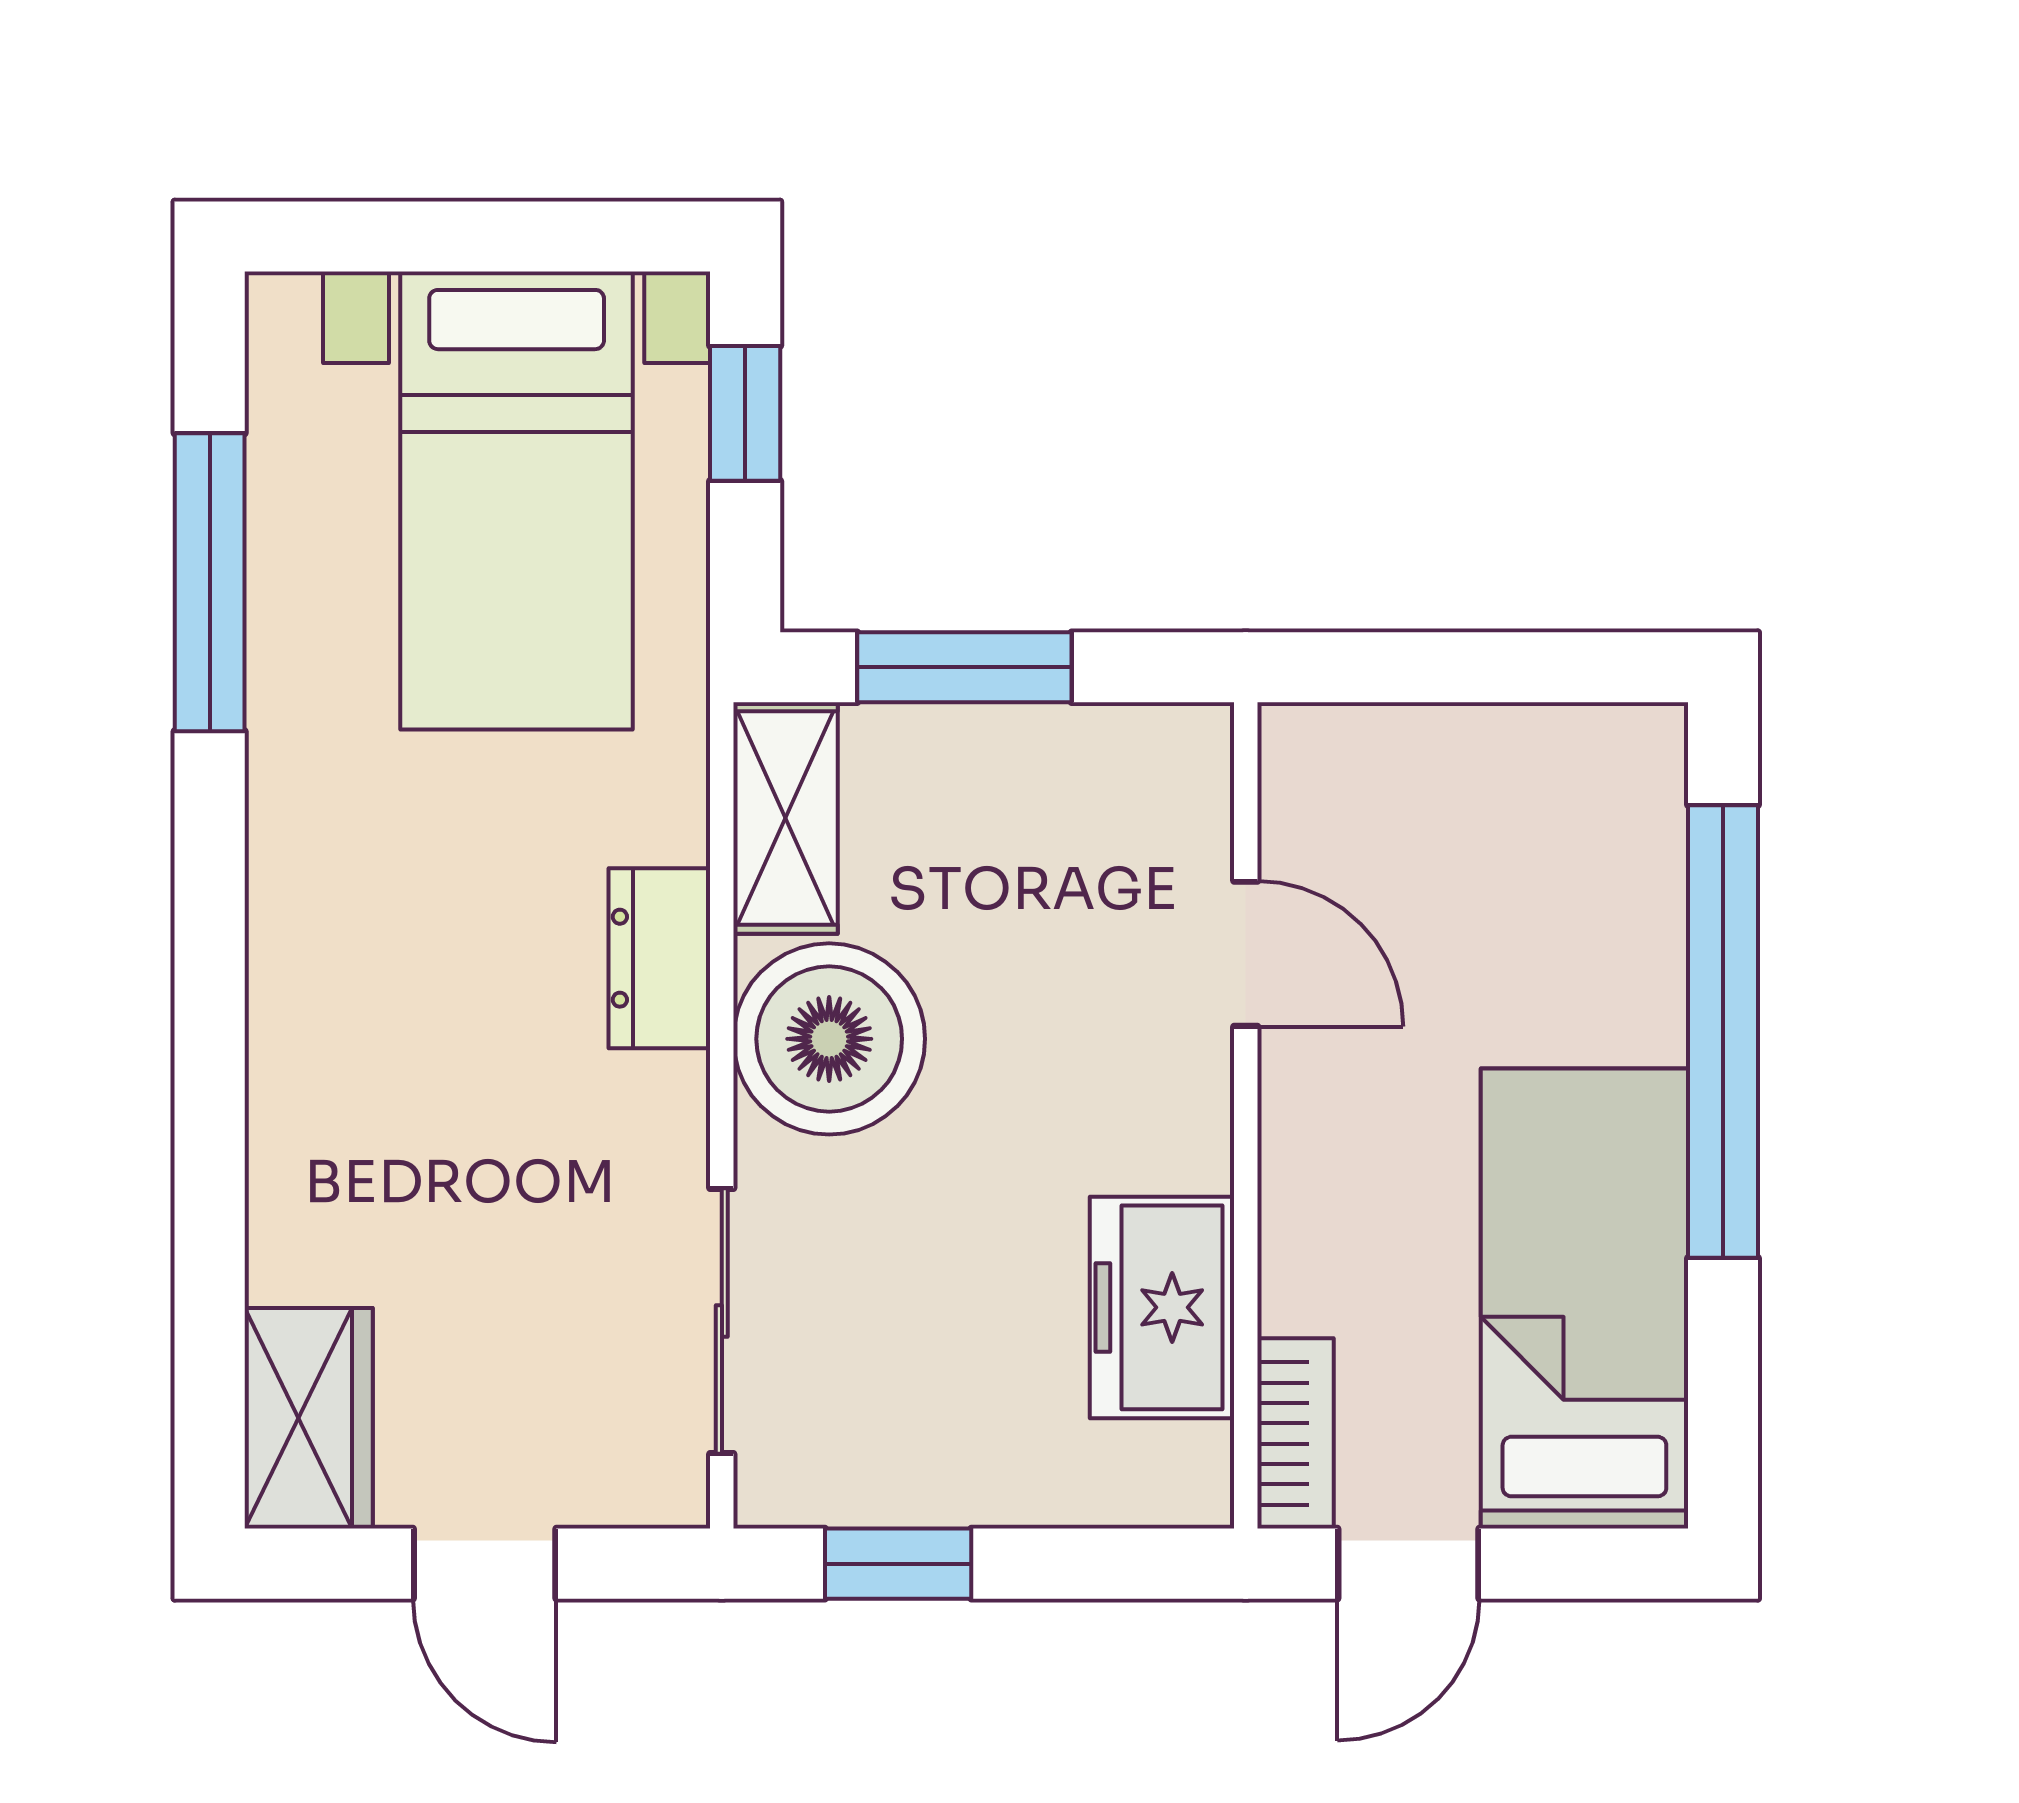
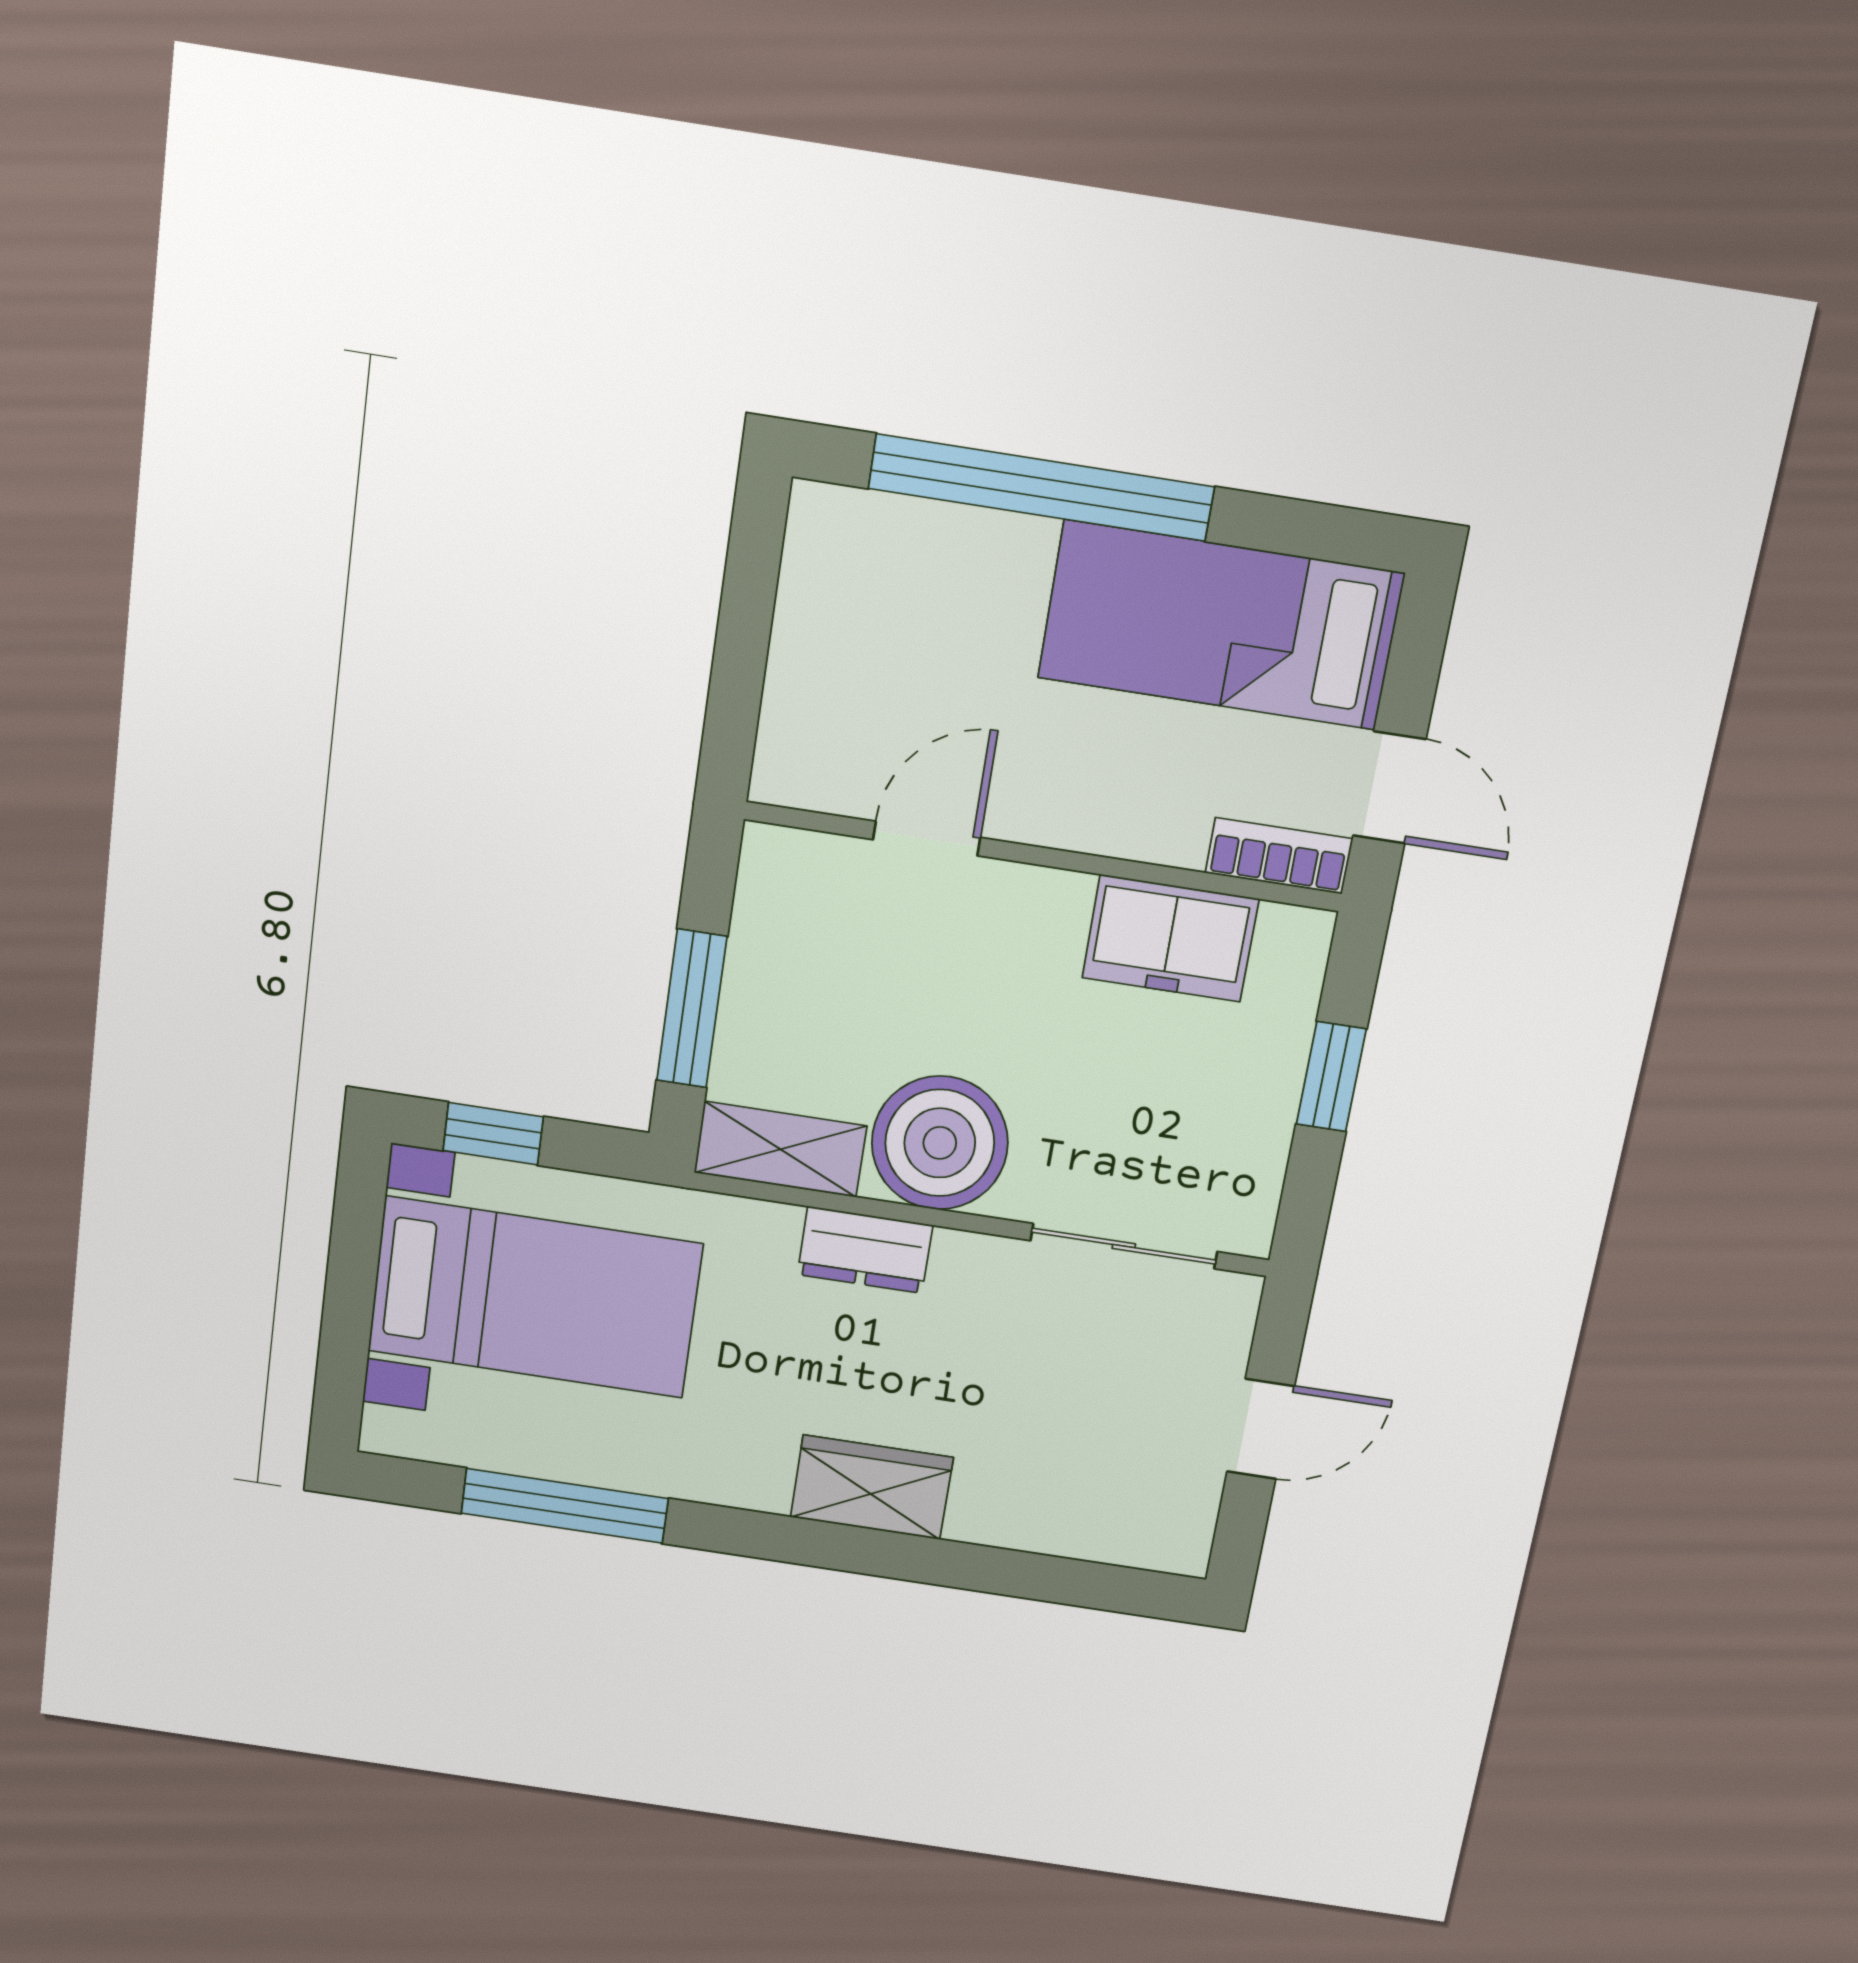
wardrobe: (309, 1418) -> (872, 1487), moved
window: (898, 1564) -> (1331, 1077), moved

